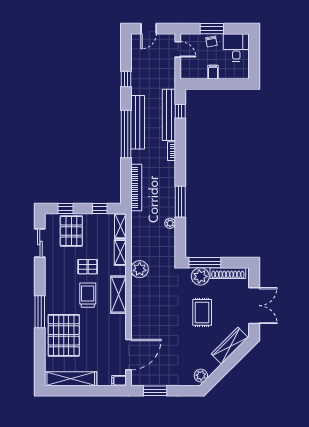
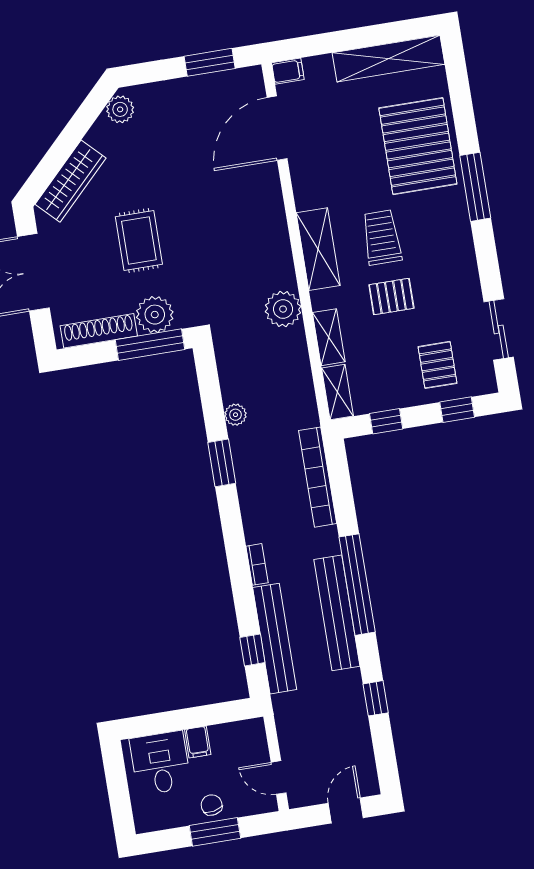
desk: (236, 47) -> (160, 763), moved, turned 180
window: (180, 202) -> (222, 463), width x0.69
pallet: (71, 231) -> (438, 365), width x0.67, depth x0.71
trolley: (88, 295) -> (382, 237), turned 180

